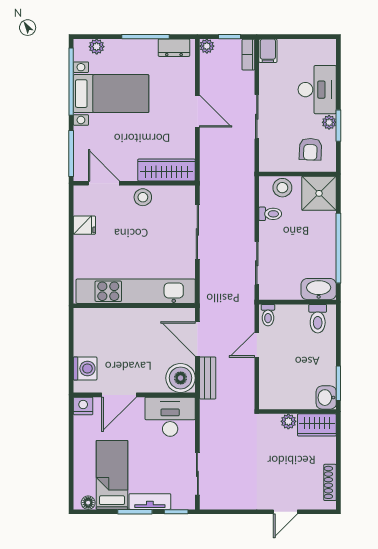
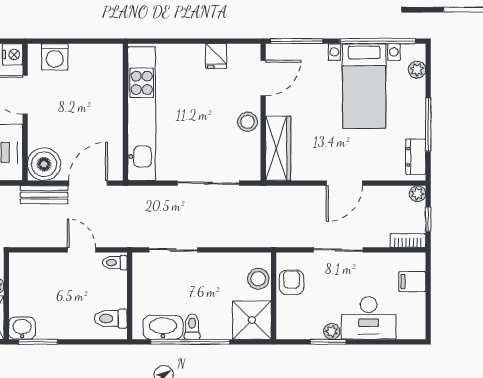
filing cabinet: (268, 51) -> (412, 282), moved
armchair: (310, 149) -> (291, 282), moved, turned 88
toilet: (270, 214) -> (192, 327), moved, turned 180
washbasin: (319, 289) -> (163, 327), moved, turned -90

